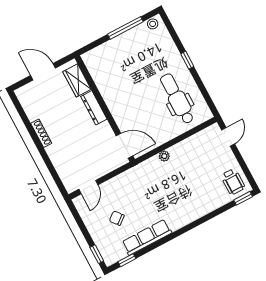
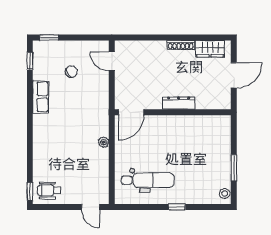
window: (125, 28) -> (234, 168), width x0.69
wardrobe: (77, 80) -> (210, 49), moved, turned 180
row of seats: (147, 237) -> (41, 97), width x0.68

